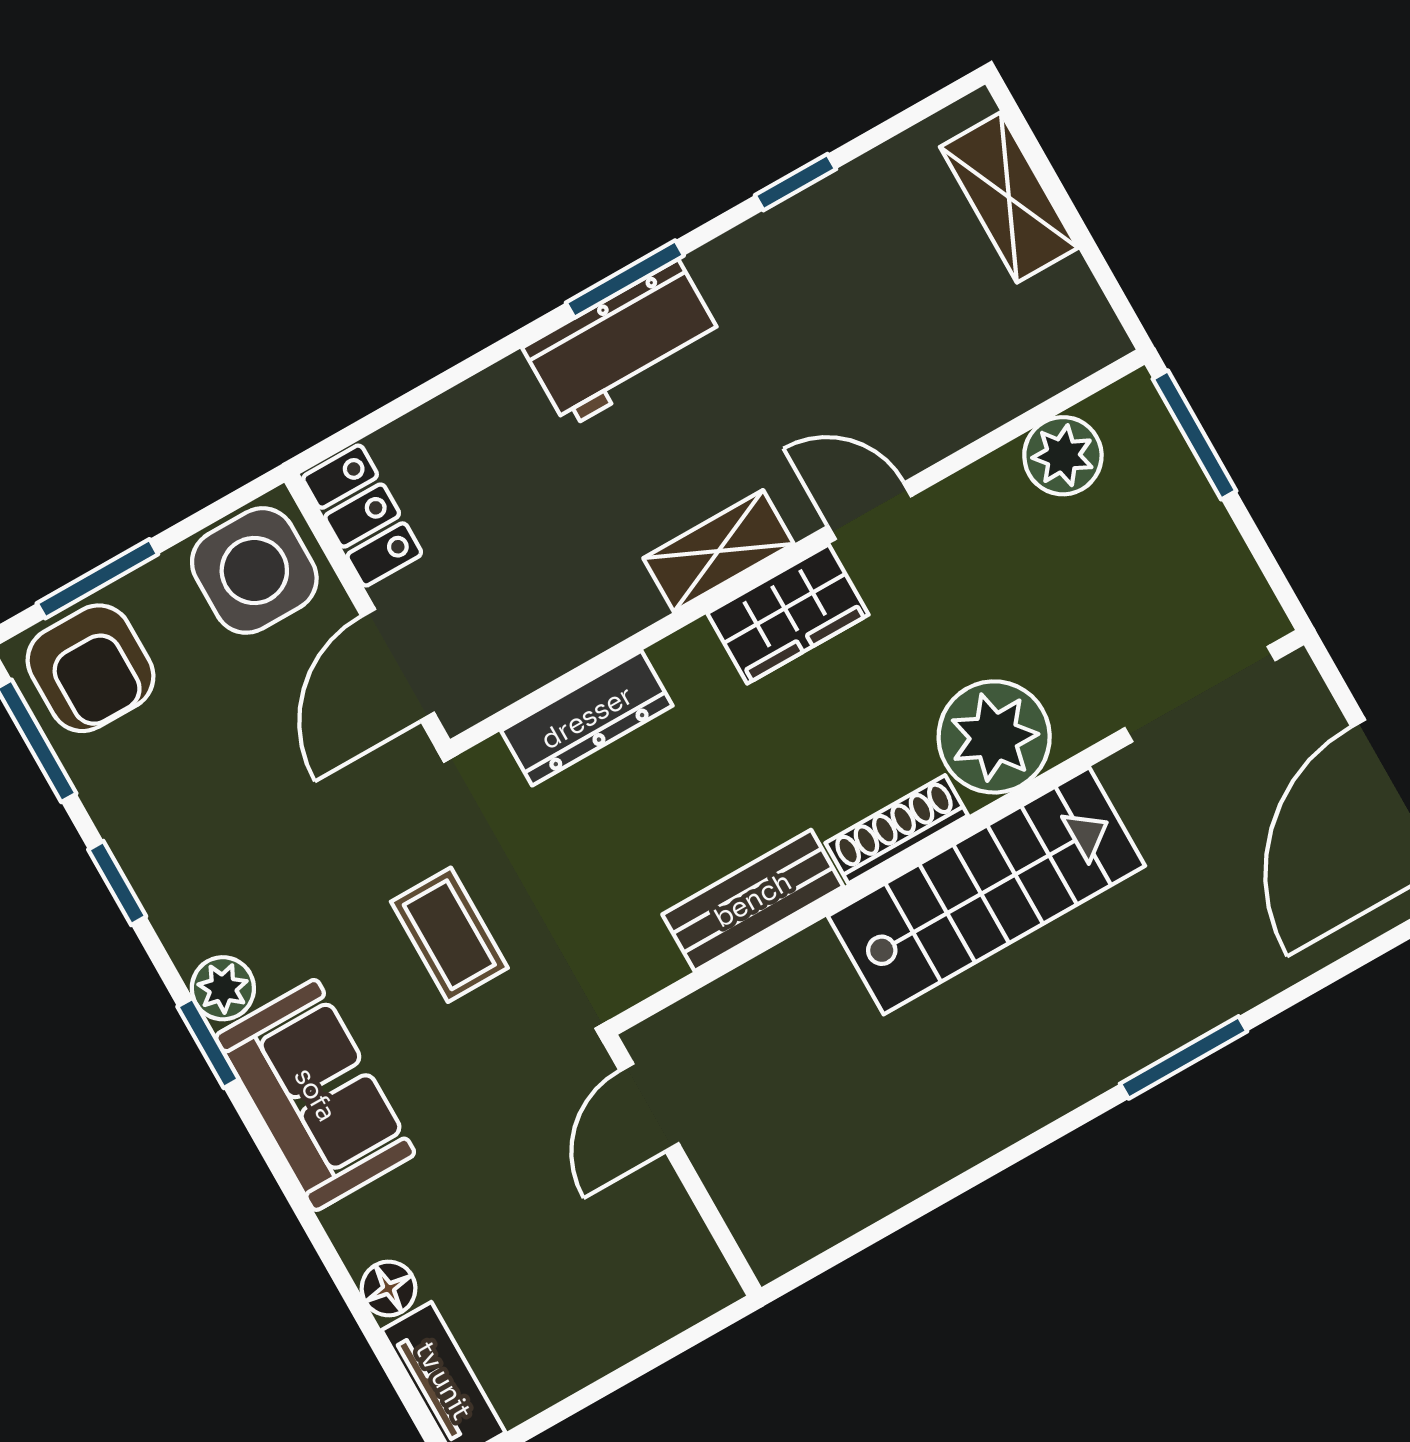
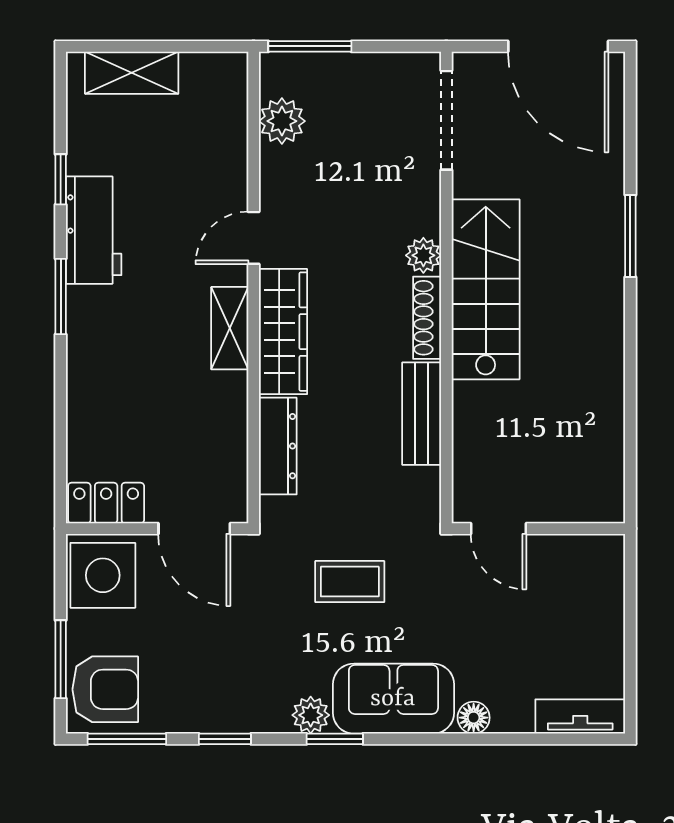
workbench: (623, 344) -> (94, 230), moved
wardrobe: (788, 614) -> (283, 332), width x1.50
plant: (994, 737) -> (423, 255), width x0.53, depth x0.53
floor lamp: (389, 1288) -> (474, 718), moved

